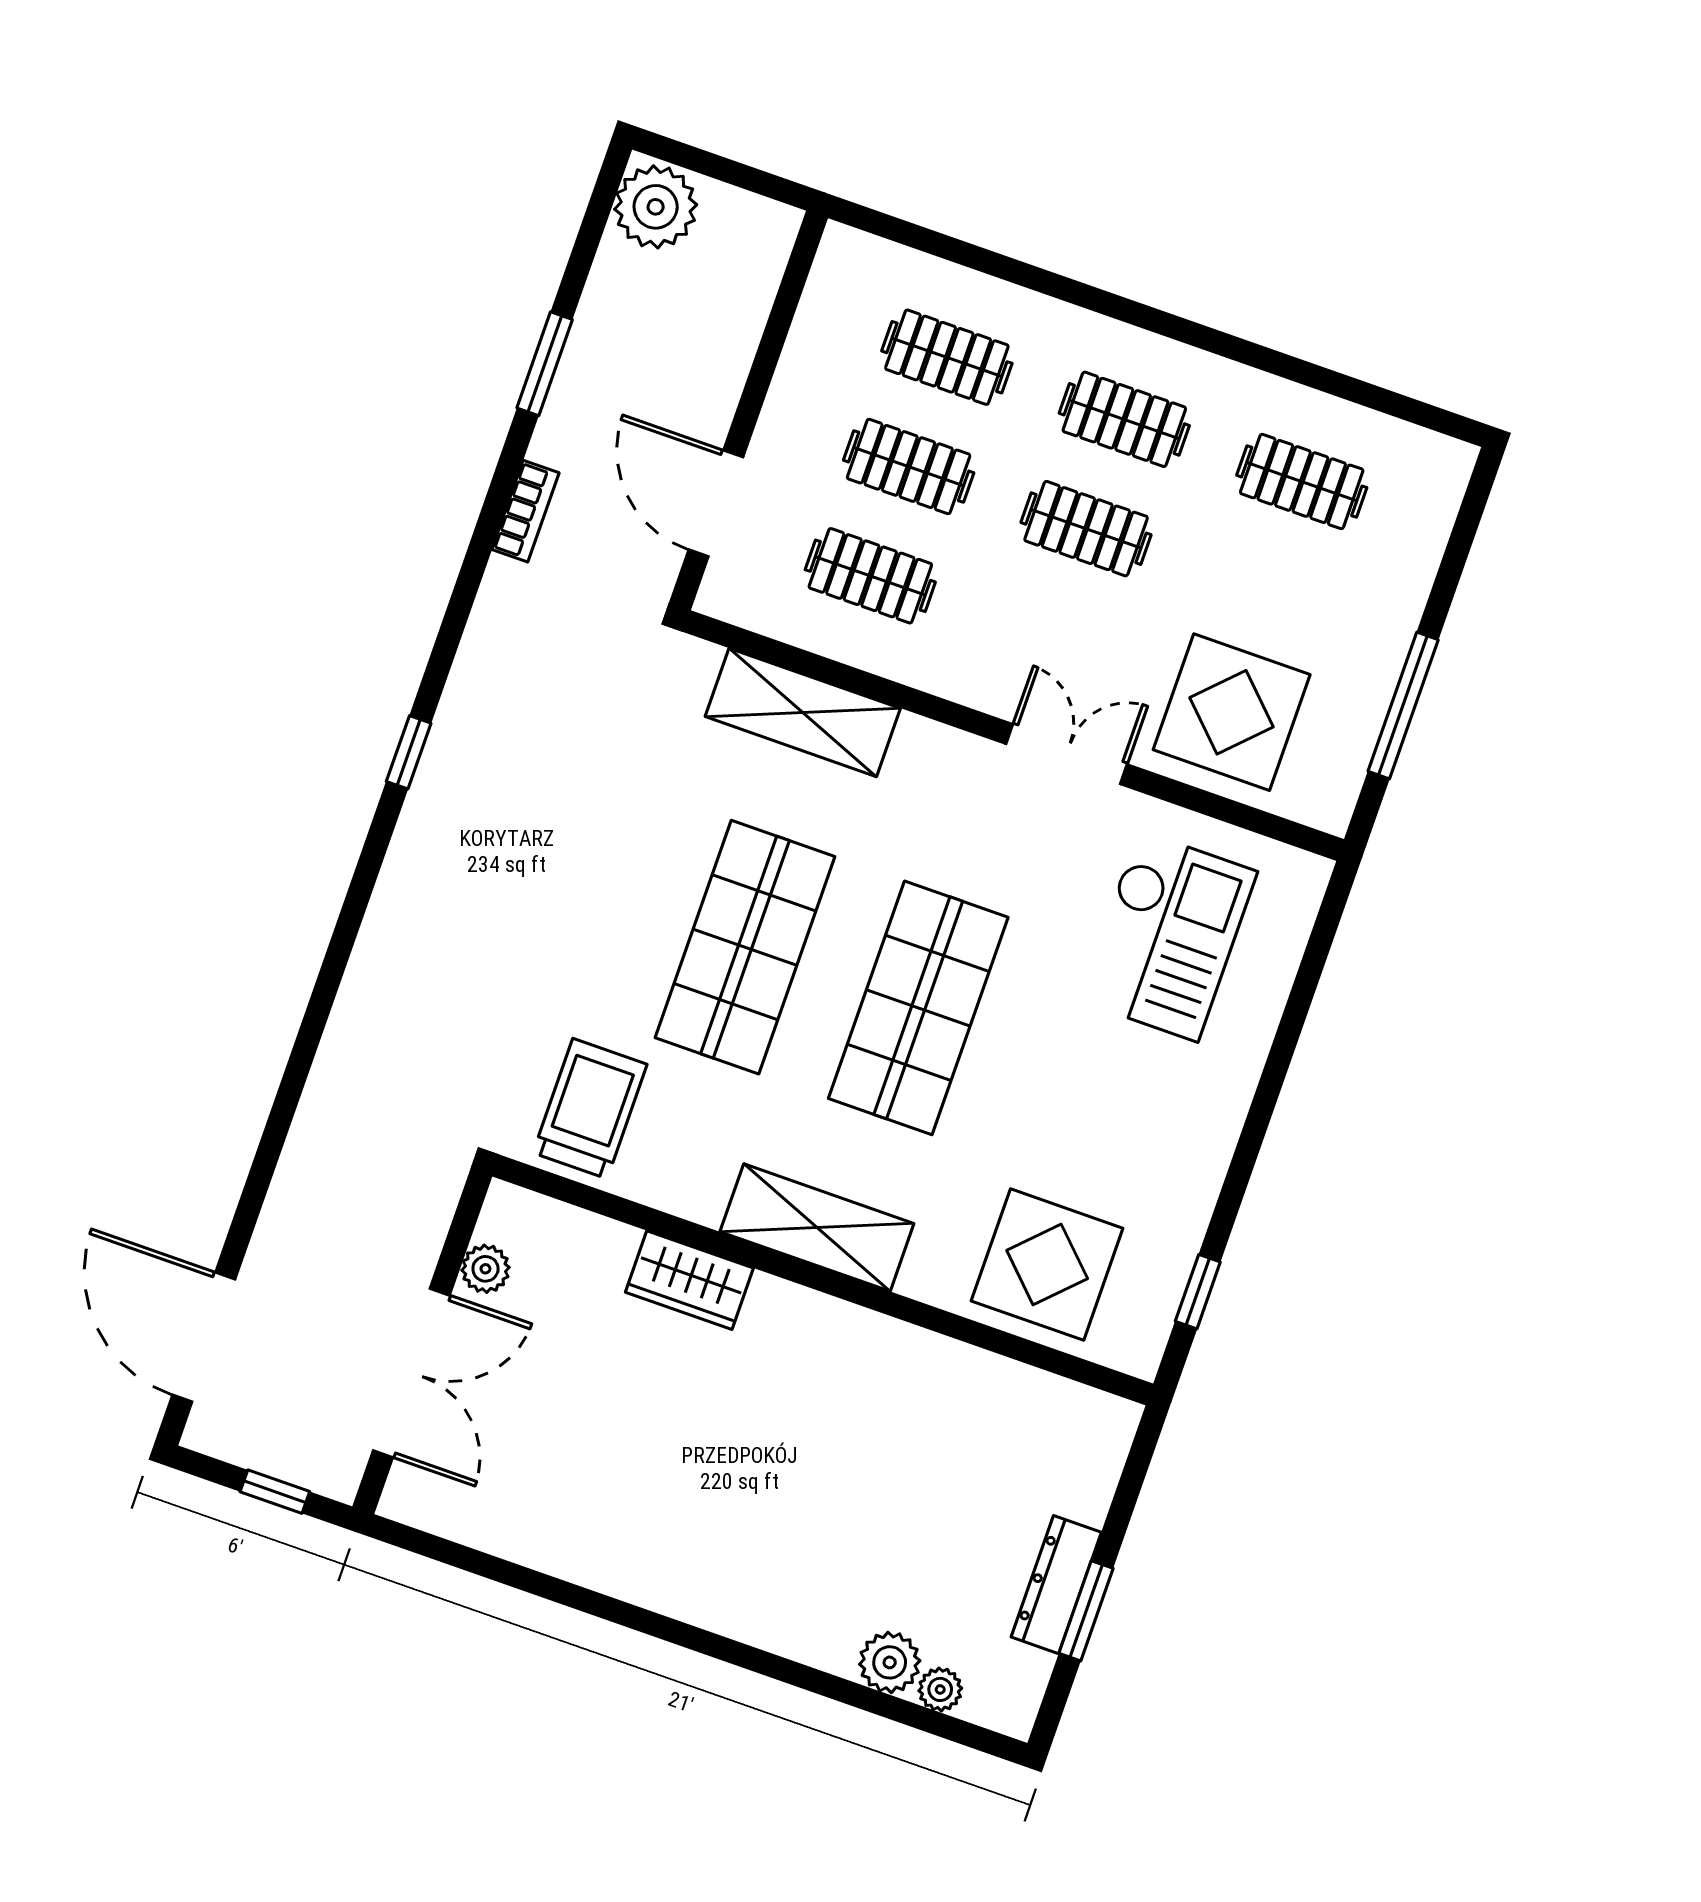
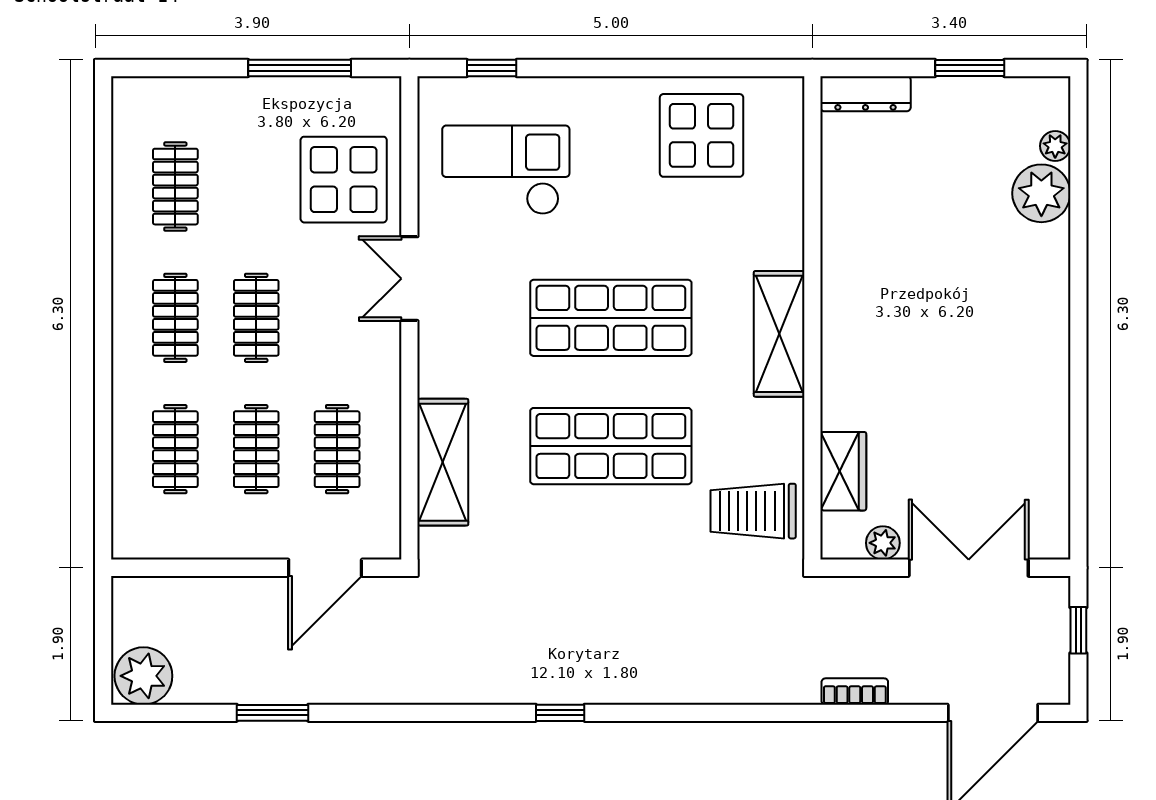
bookcase: (525, 511) -> (855, 691), moved
display table: (1047, 1265) -> (702, 135), moved
wardrobe: (689, 1280) -> (843, 471), moved
window: (1198, 1292) -> (492, 68), moved
dresser: (1056, 1585) -> (865, 94), moved
plant: (890, 1662) -> (1041, 193), width x1.36, depth x1.36

